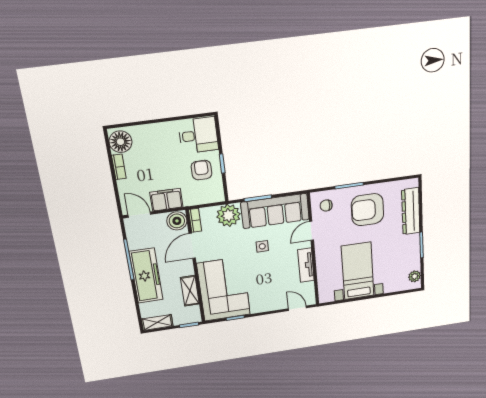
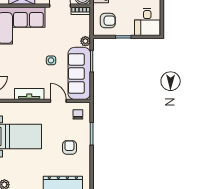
armchair: (201, 170) -> (108, 21), moved
armchair: (367, 210) -> (69, 147), width x0.53, depth x0.53
plant: (229, 215) -> (85, 41), width x0.53, depth x0.53

